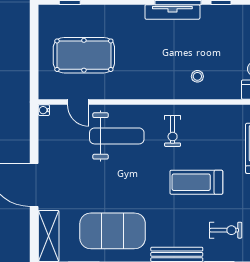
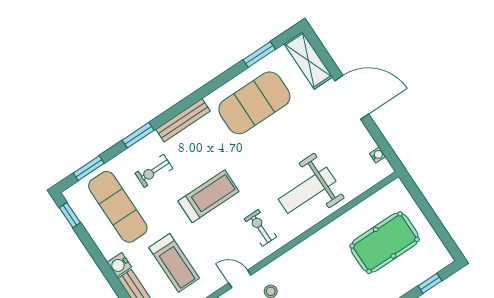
door: (78, 102) -> (240, 279), moved
water cooler: (44, 110) -> (378, 155), moved

